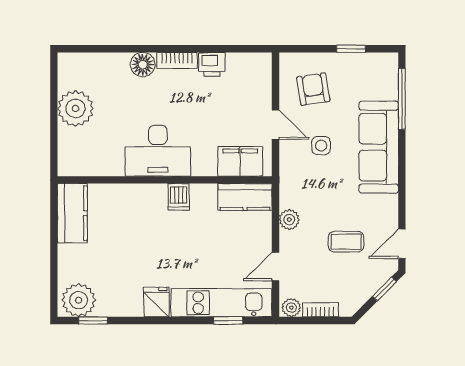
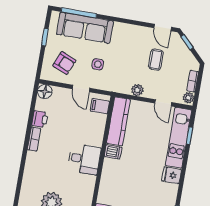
floor lamp: (143, 65) -> (45, 92), moved
armchair: (313, 89) -> (64, 63), turned -148
door: (276, 125) -> (81, 88), swing flipped
sofa: (379, 147) -> (85, 28), moved
desk: (158, 151) -> (84, 159), width x0.73
filing cabinet: (240, 161) -> (100, 106), width x0.50
kitchen counter: (245, 197) -> (118, 121), width x1.50

